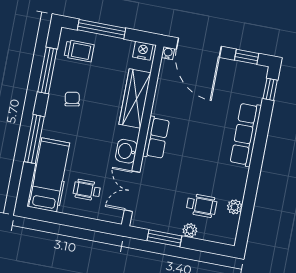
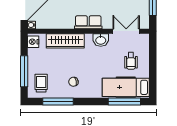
window: (34, 139) -> (124, 102), moved
double door: (132, 191) -> (126, 31), swing flipped

